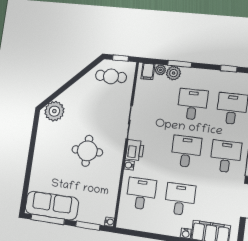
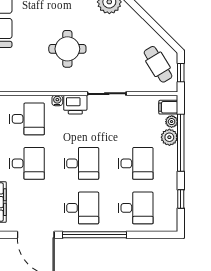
window: (180, 64) -> (181, 143), width x2.11
cafe table: (111, 76) -> (158, 64), turned -31

